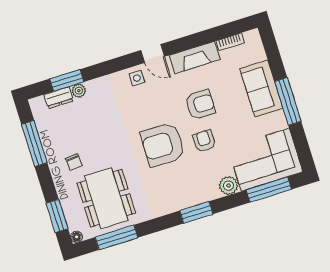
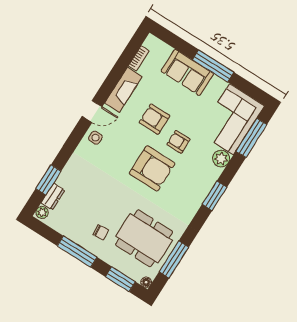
plant: (79, 91) -> (42, 212), moved
armchair: (200, 105) -> (154, 119), turned -90
window: (34, 143) -> (77, 252), moved
armchair: (163, 145) -> (152, 168), turned -91

